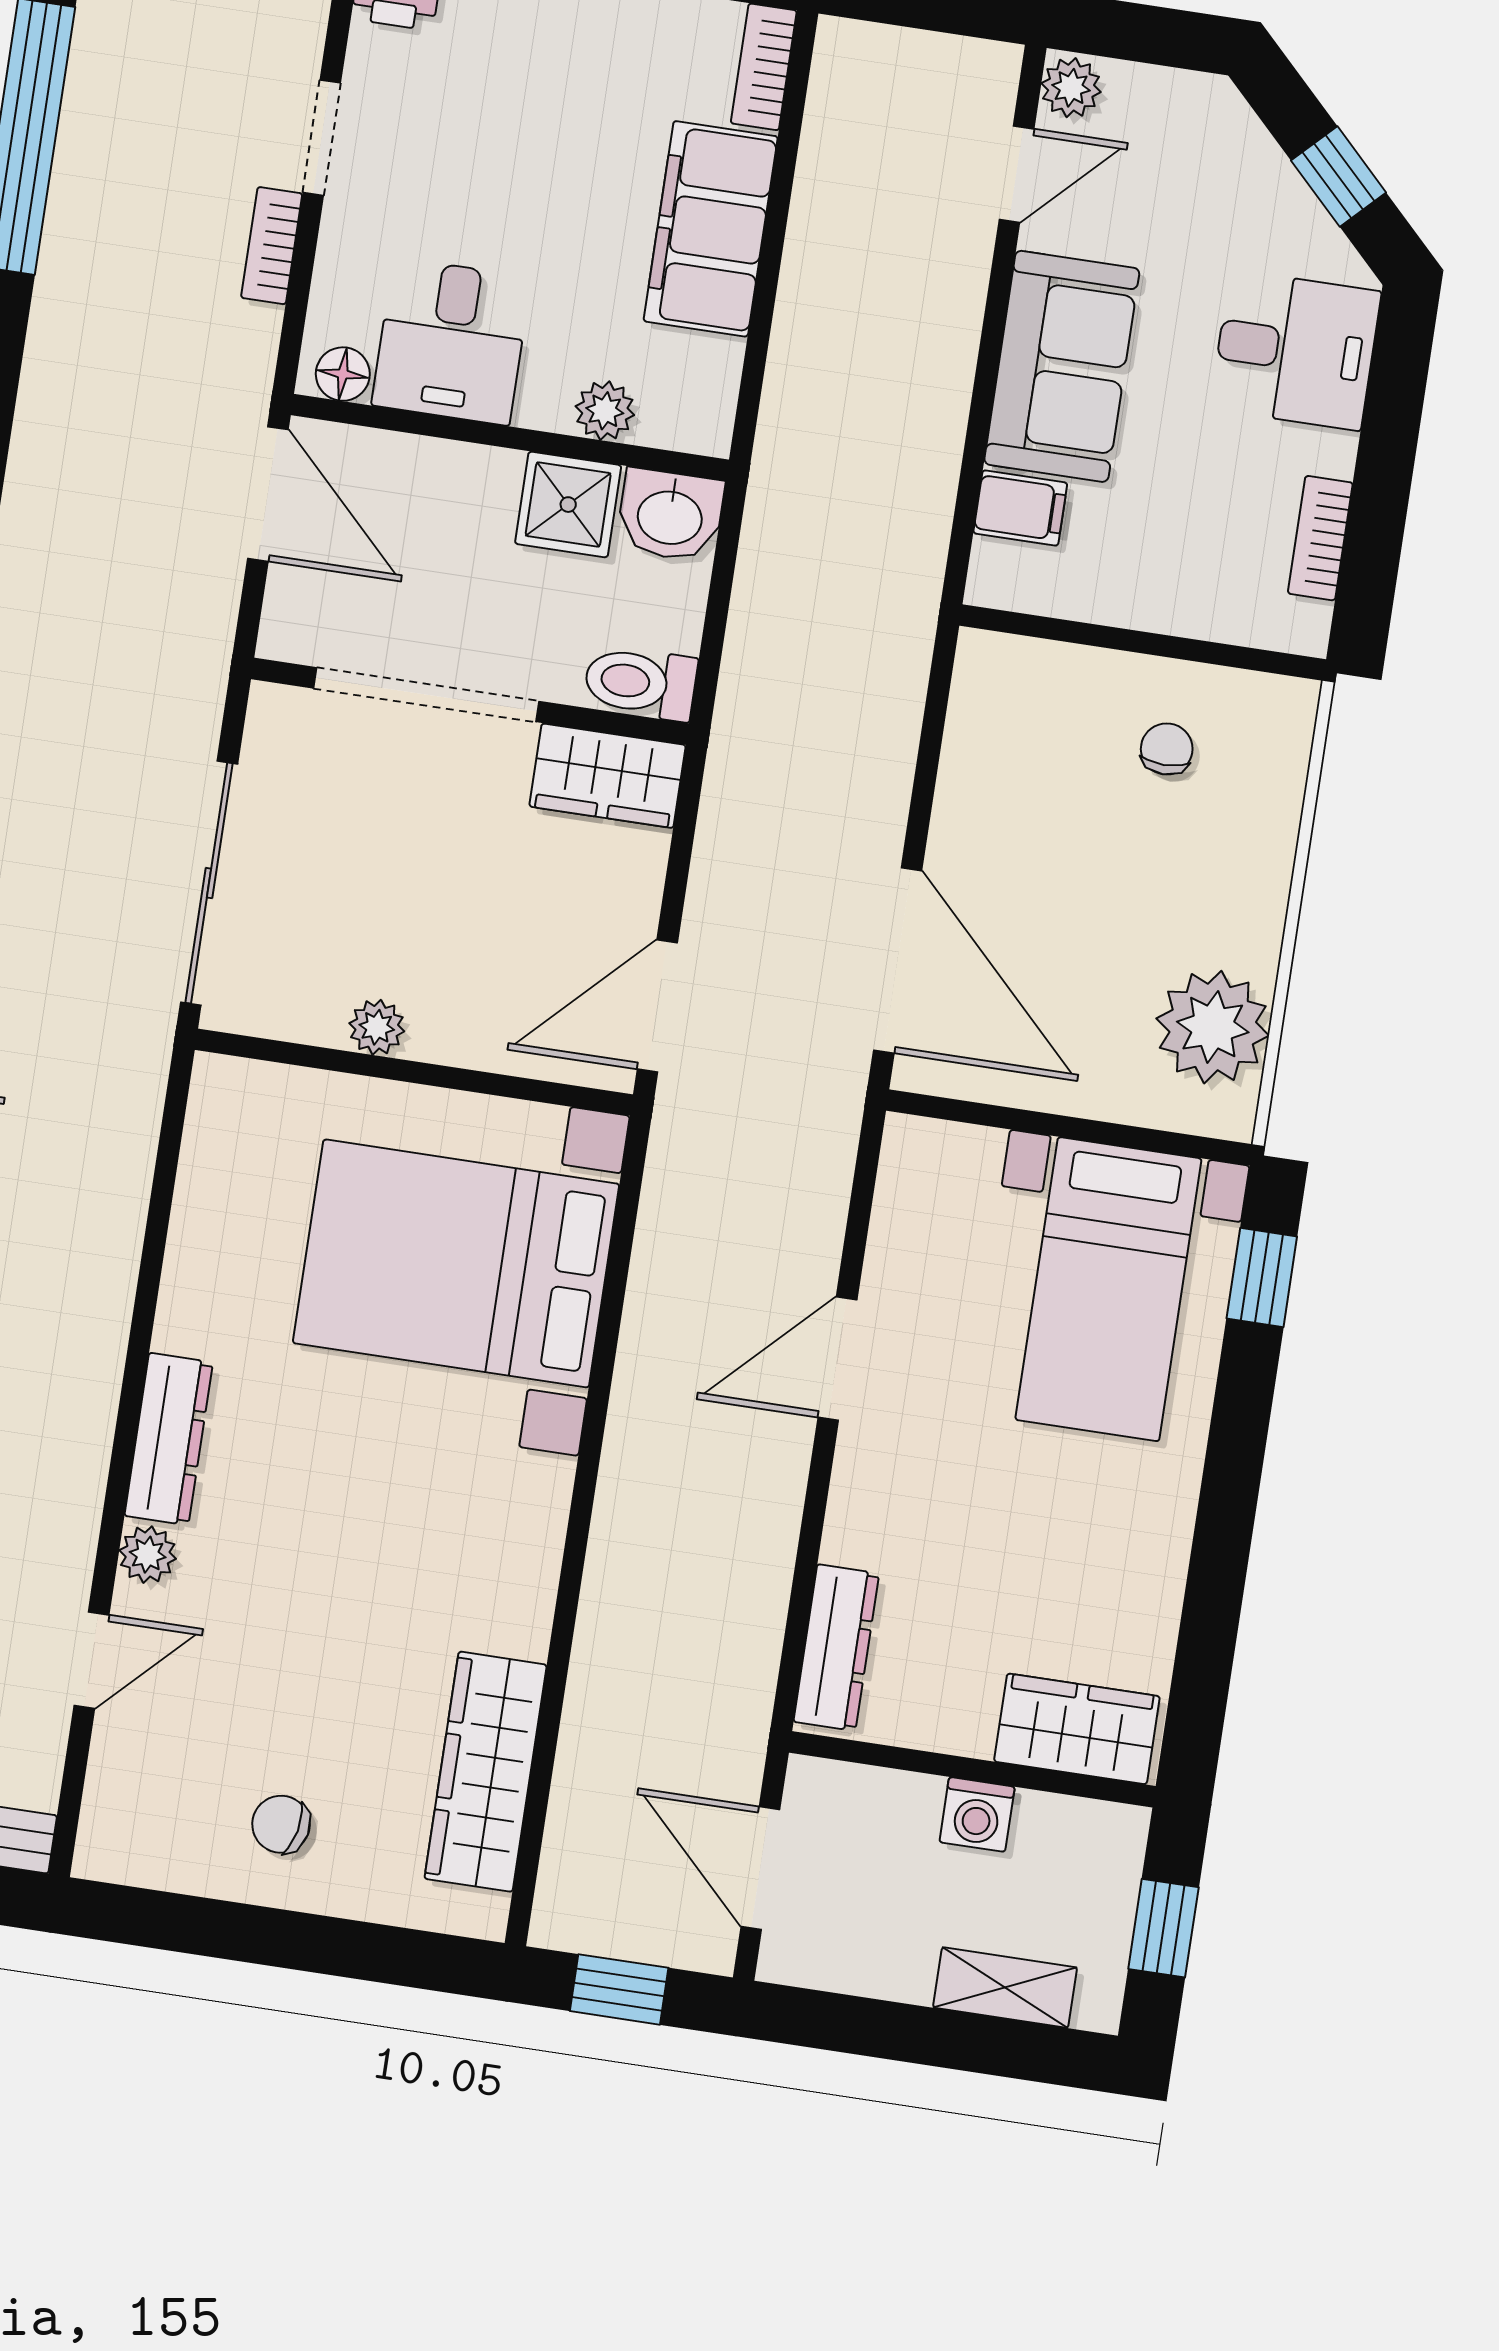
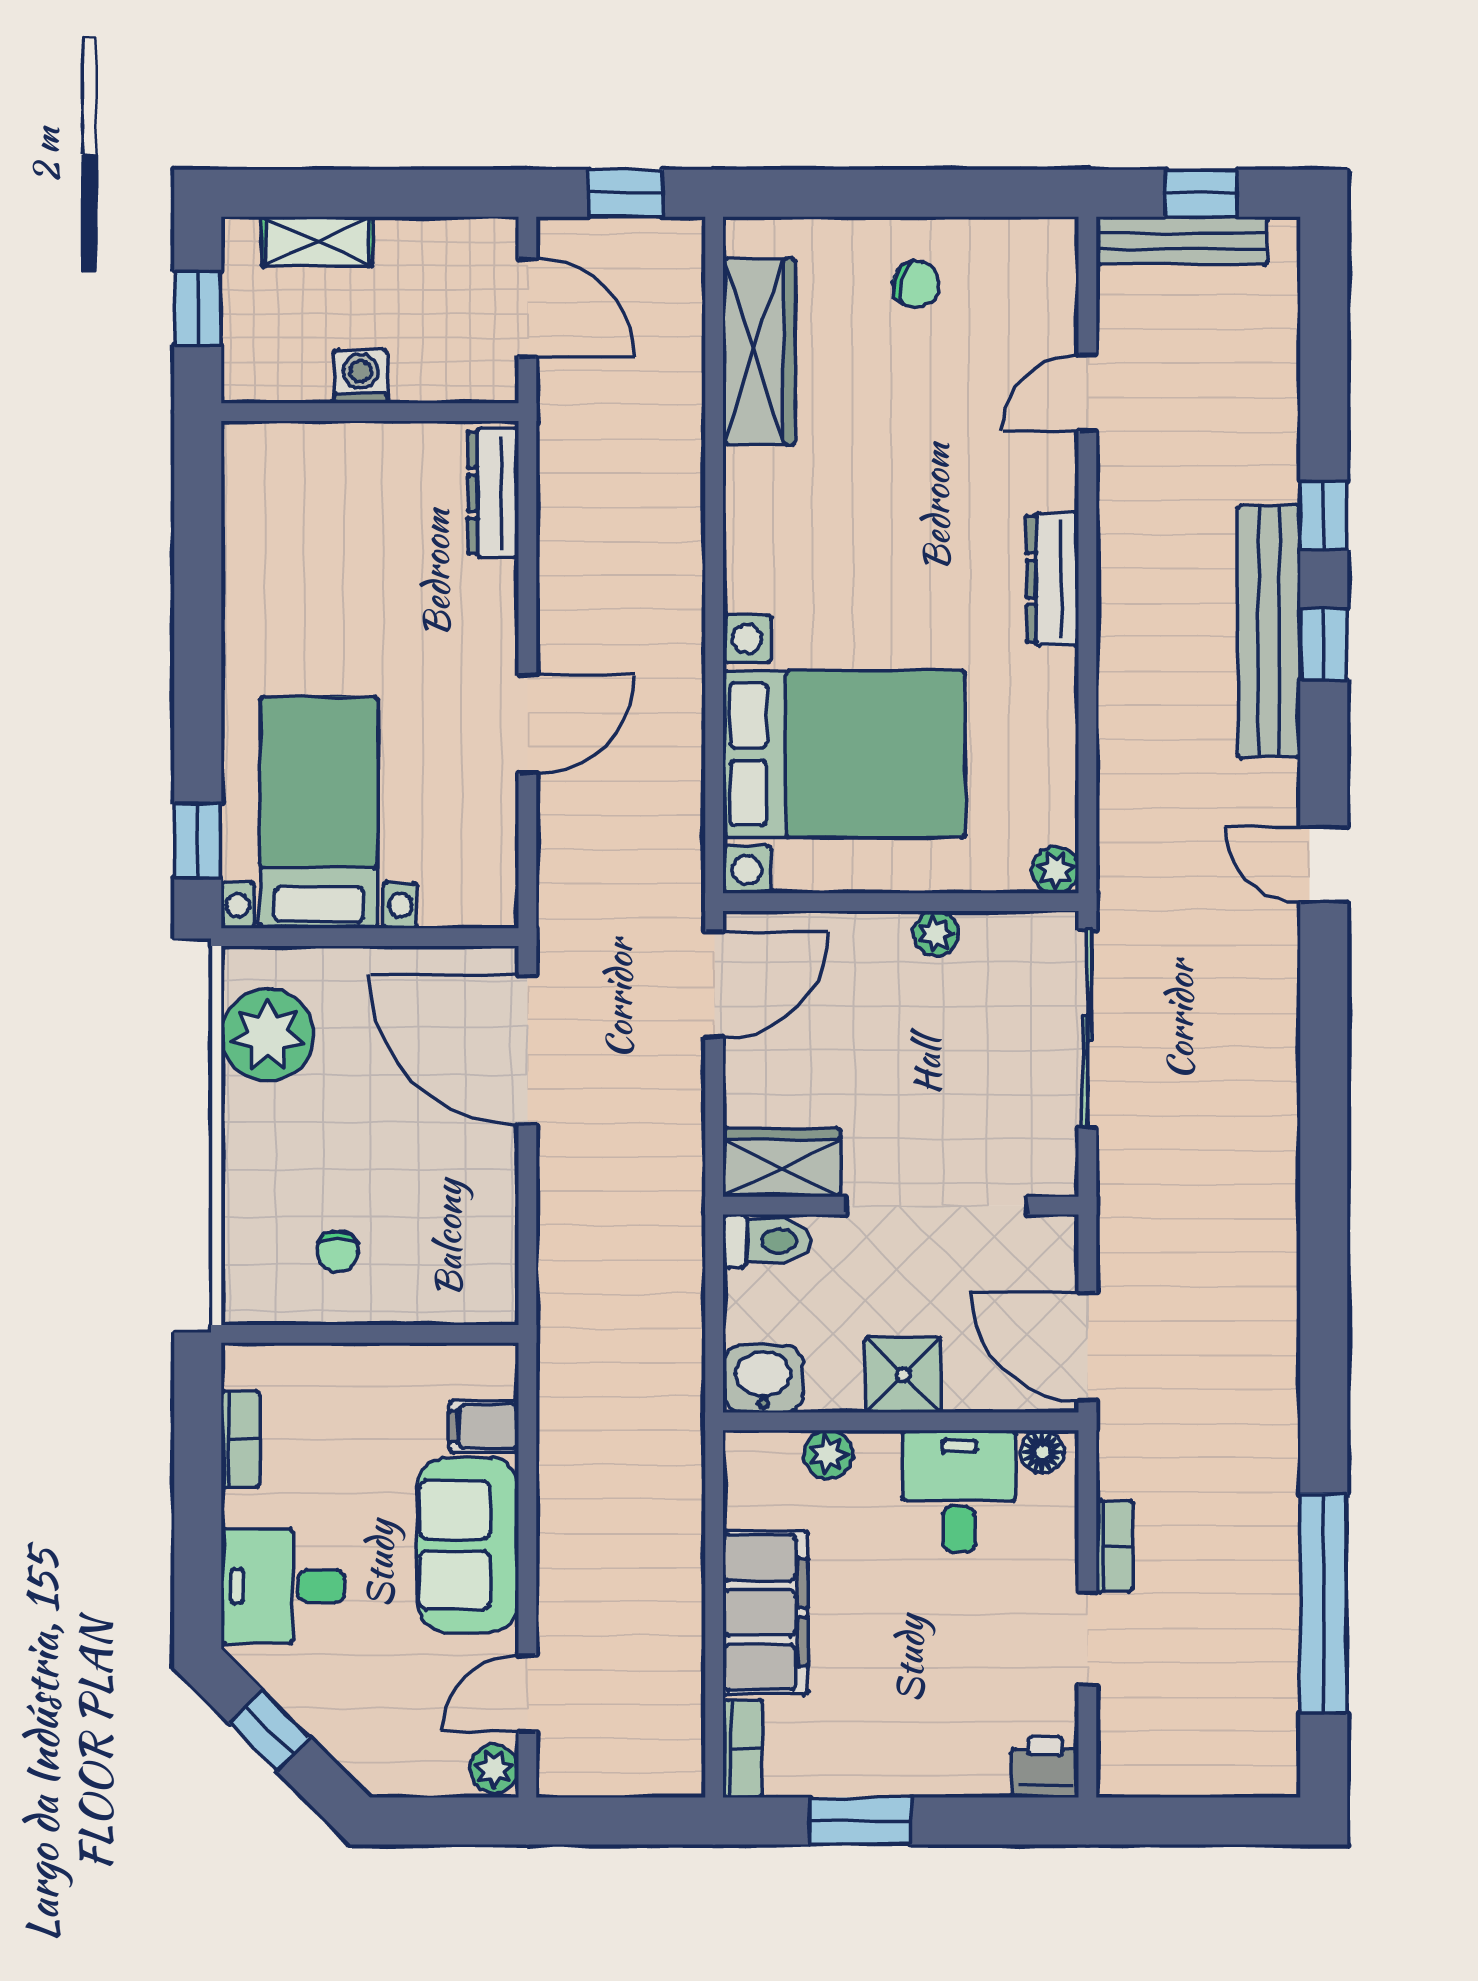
shower: (568, 505) -> (903, 1375), moved
plant: (148, 1555) -> (1055, 870), moved
wardrobe: (1077, 1729) -> (291, 457), removed

